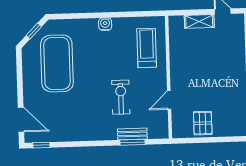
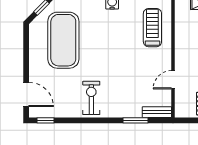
exercise bike: (121, 97) -> (91, 98), moved
bench: (132, 134) -> (157, 112), moved

